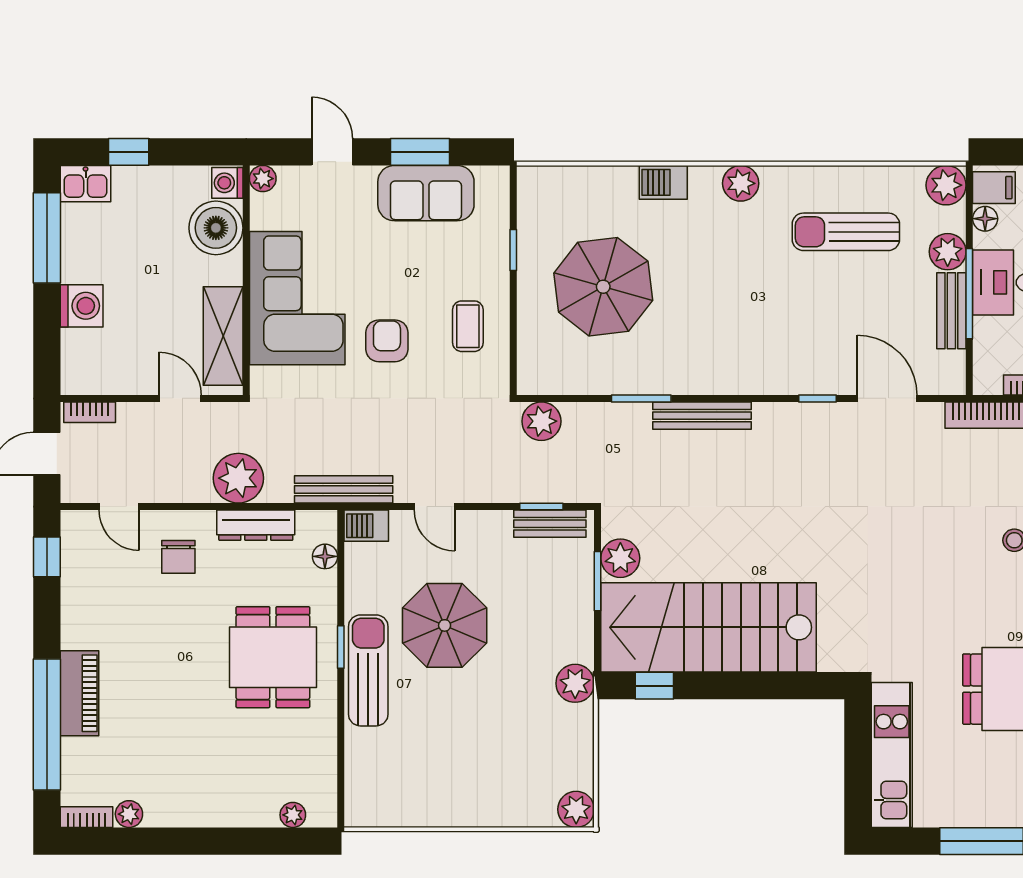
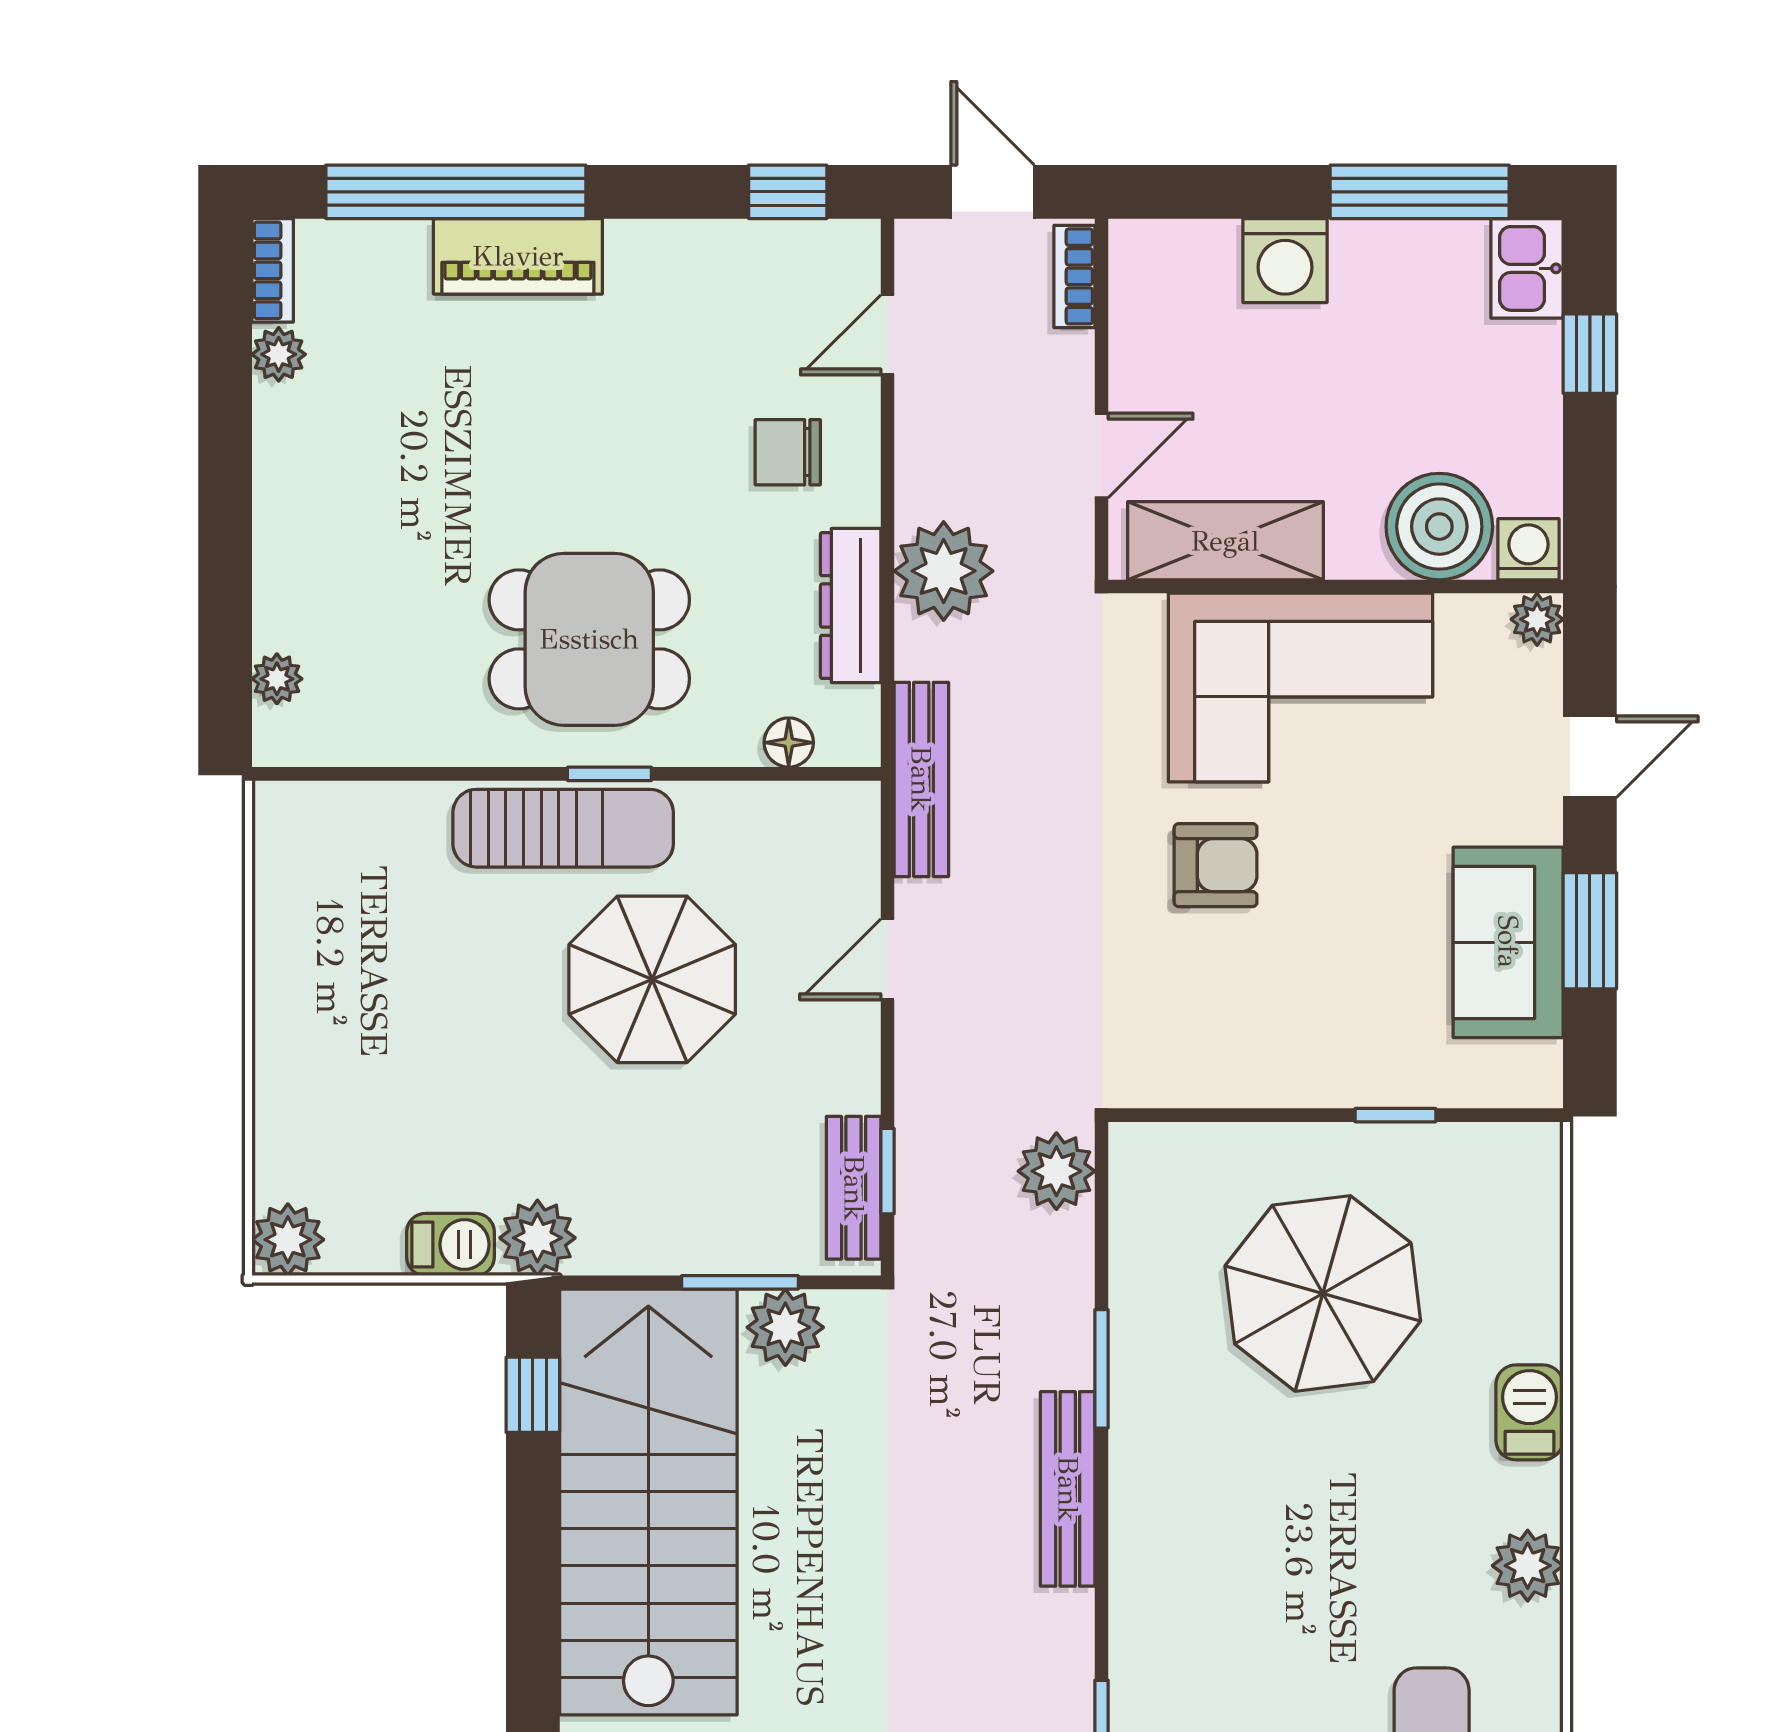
coffee table: (468, 326) -> (1245, 1026), removed
barbecue: (366, 526) -> (450, 1245), moved, turned 90

